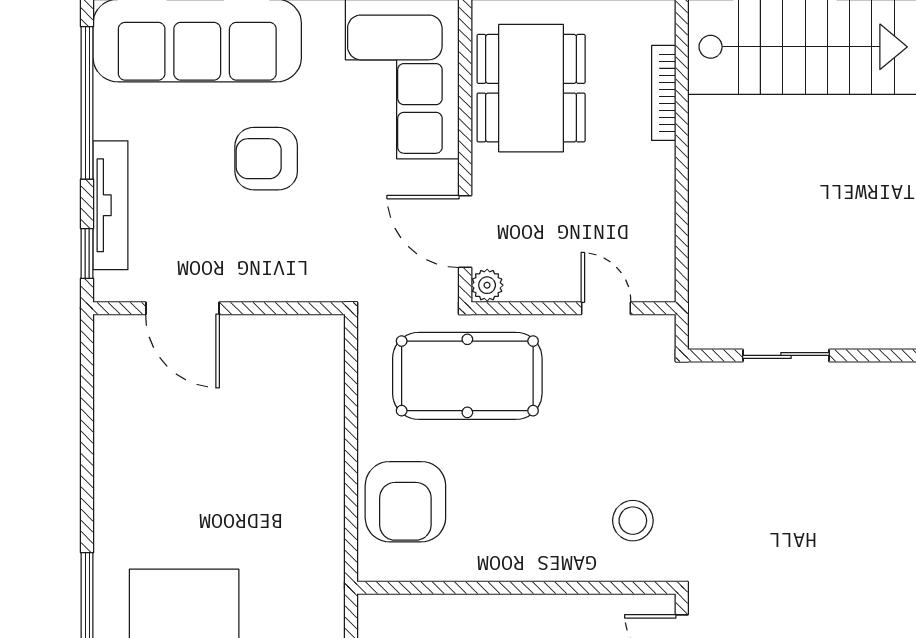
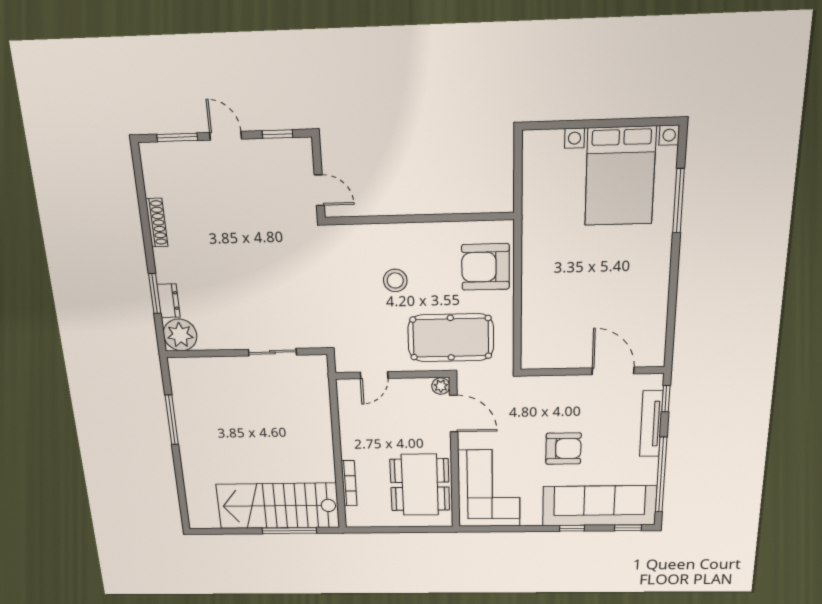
door: (606, 308) -> (374, 375), hinge flipped
armchair: (405, 502) -> (486, 267), turned -90
stool: (633, 521) -> (395, 280), moved

